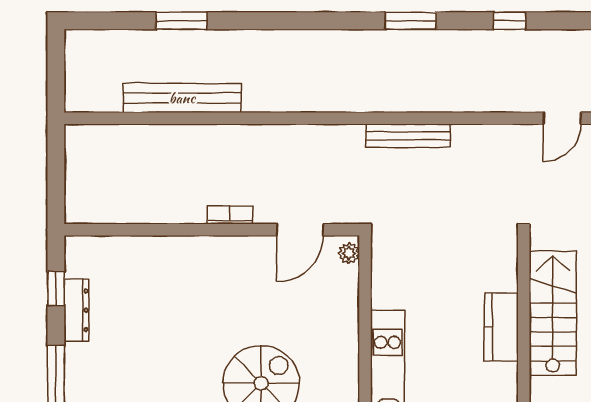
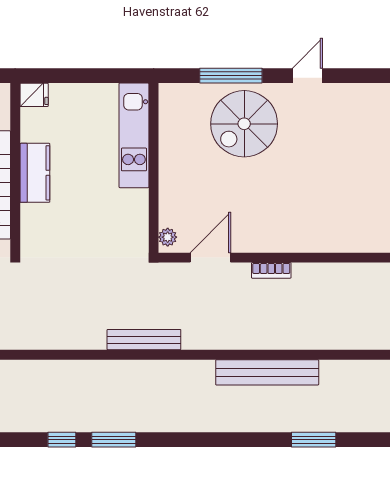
window: (509, 21) -> (62, 440), moved
bench: (182, 98) -> (267, 372), moved
bench: (408, 136) -> (144, 340), moved

